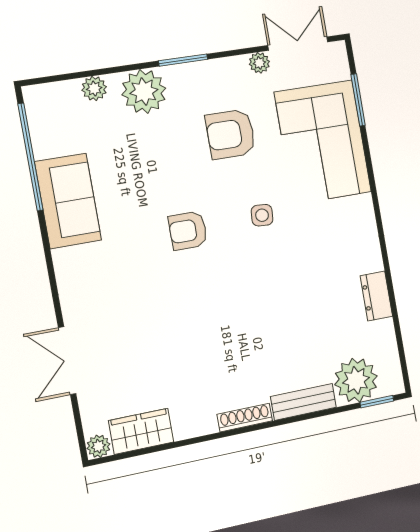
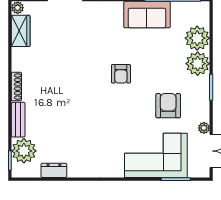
plant: (94, 88) -> (197, 38), width x1.88, depth x1.88
side table: (262, 215) -> (122, 115), removed
armchair: (188, 231) -> (121, 74), turned 180
dresser: (376, 296) -> (54, 170), moved

